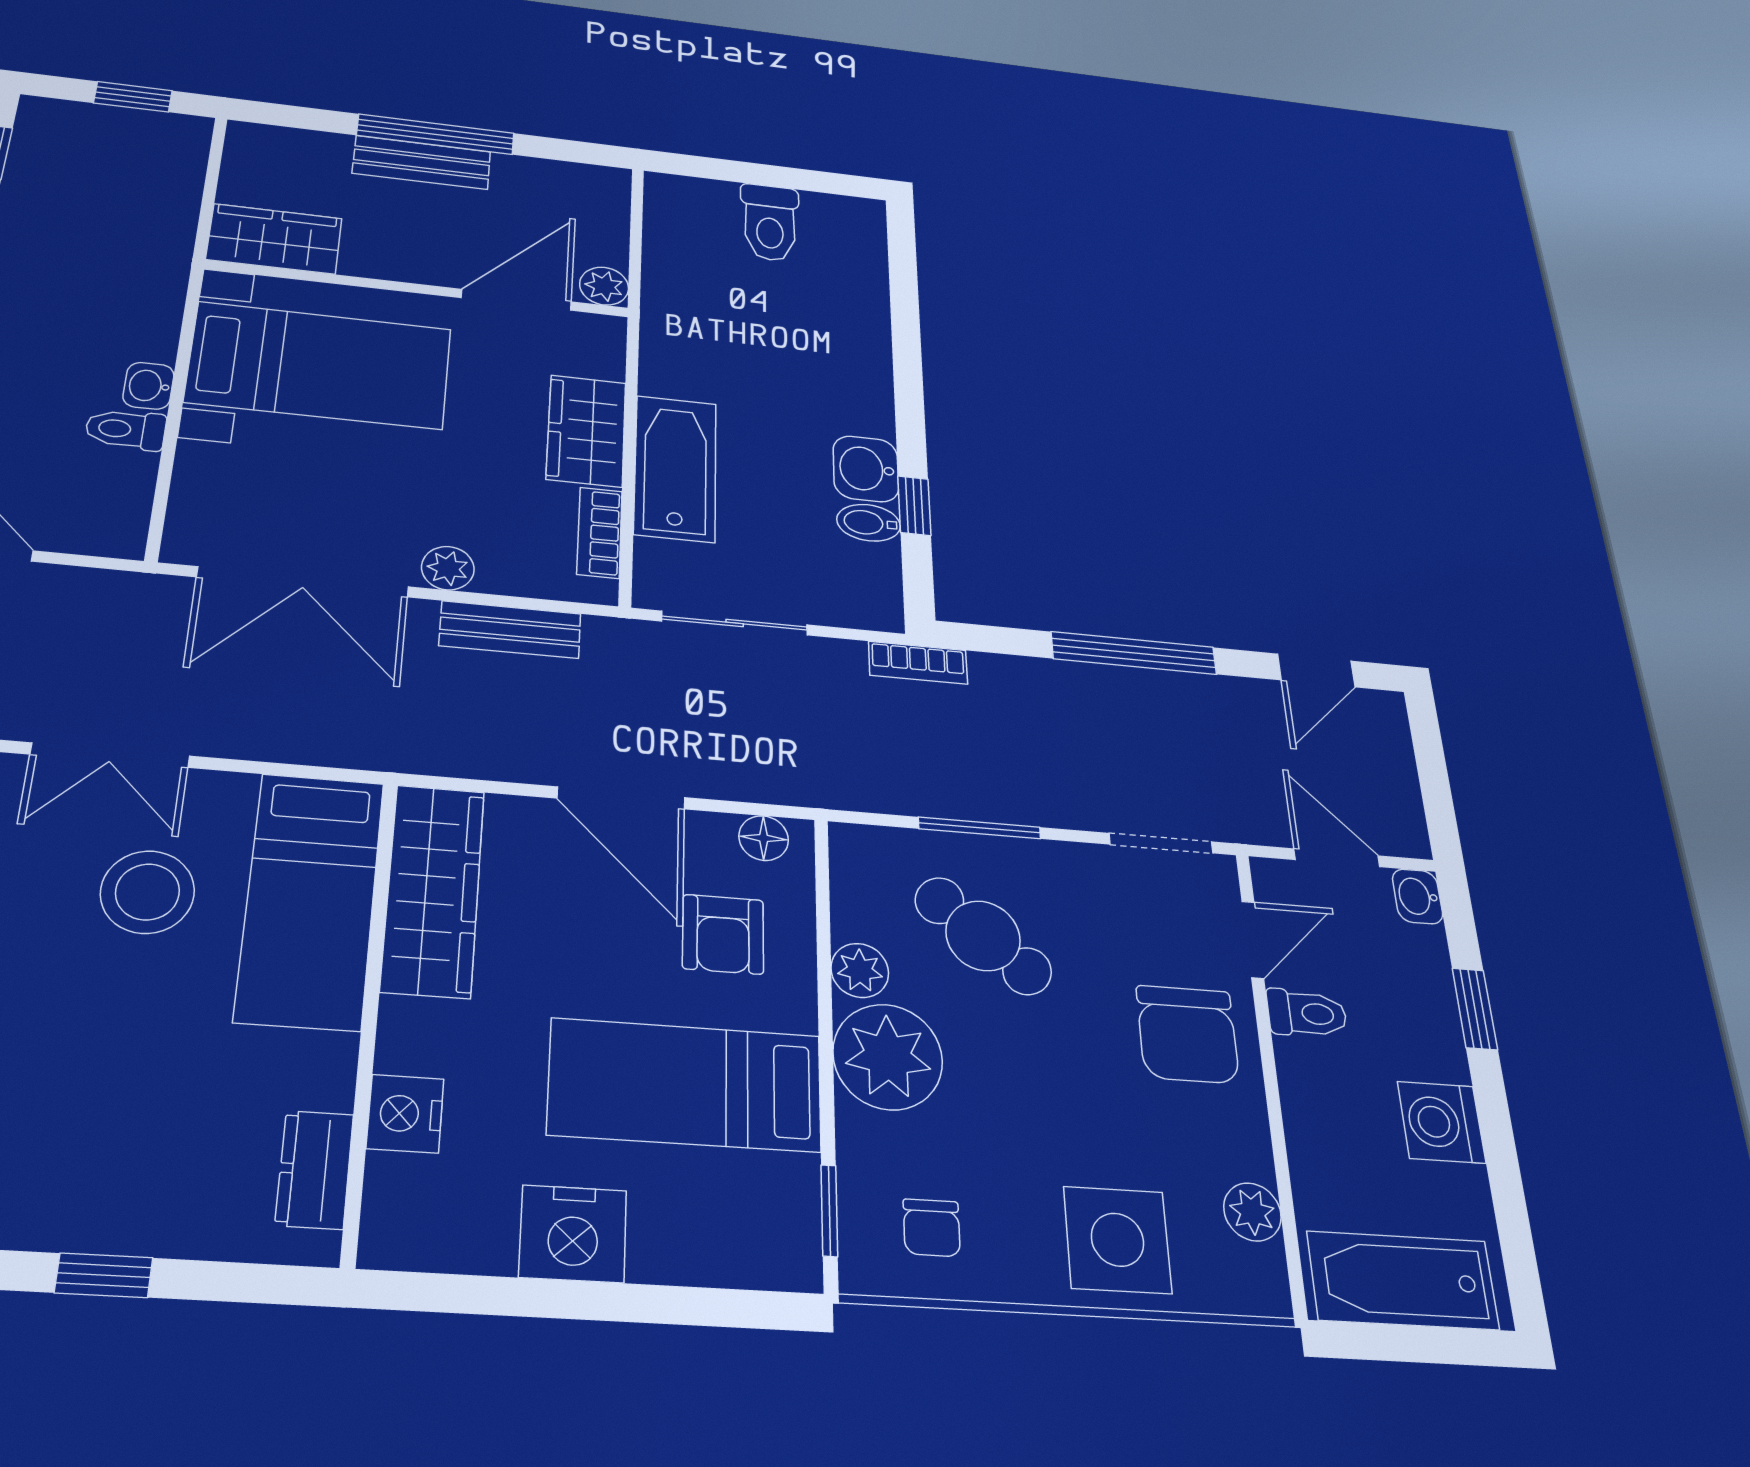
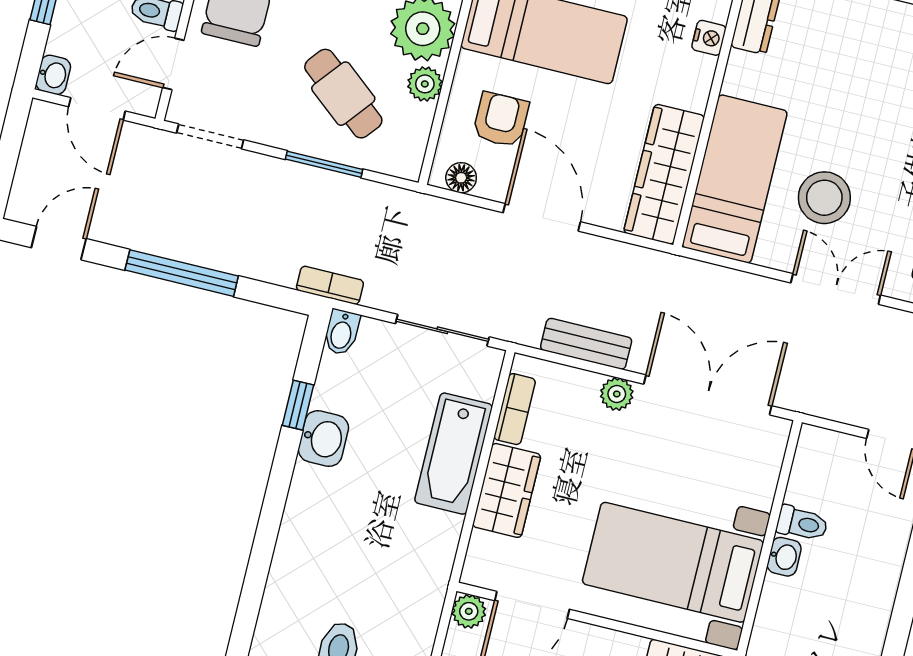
bidet: (869, 523) -> (342, 332), moved, turned 90
nightstand: (405, 1114) -> (709, 38), width x0.72, depth x0.74

